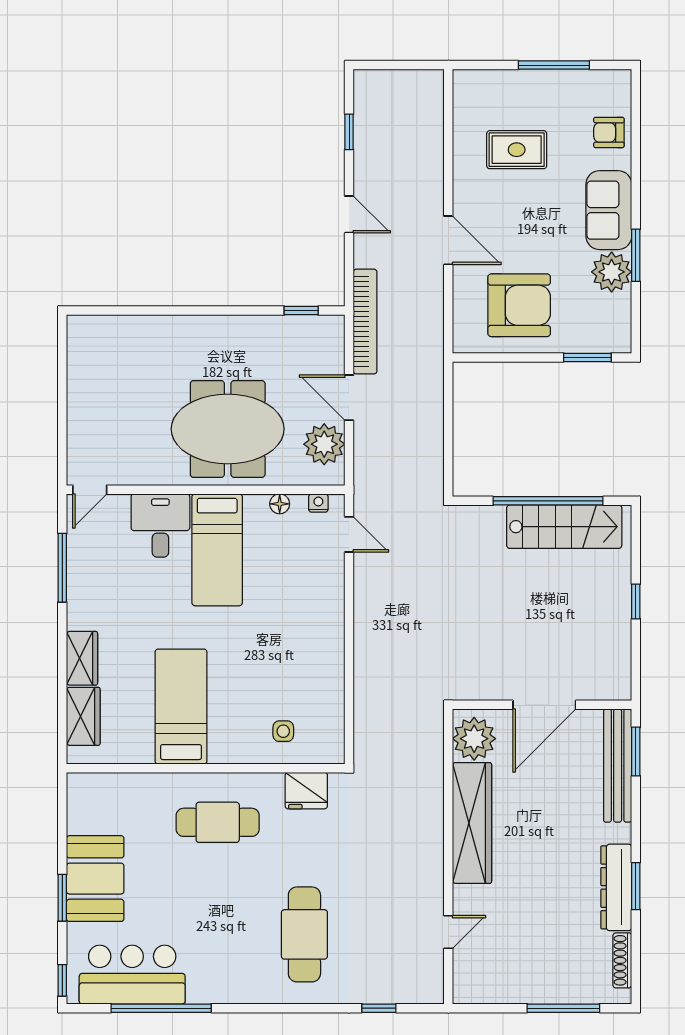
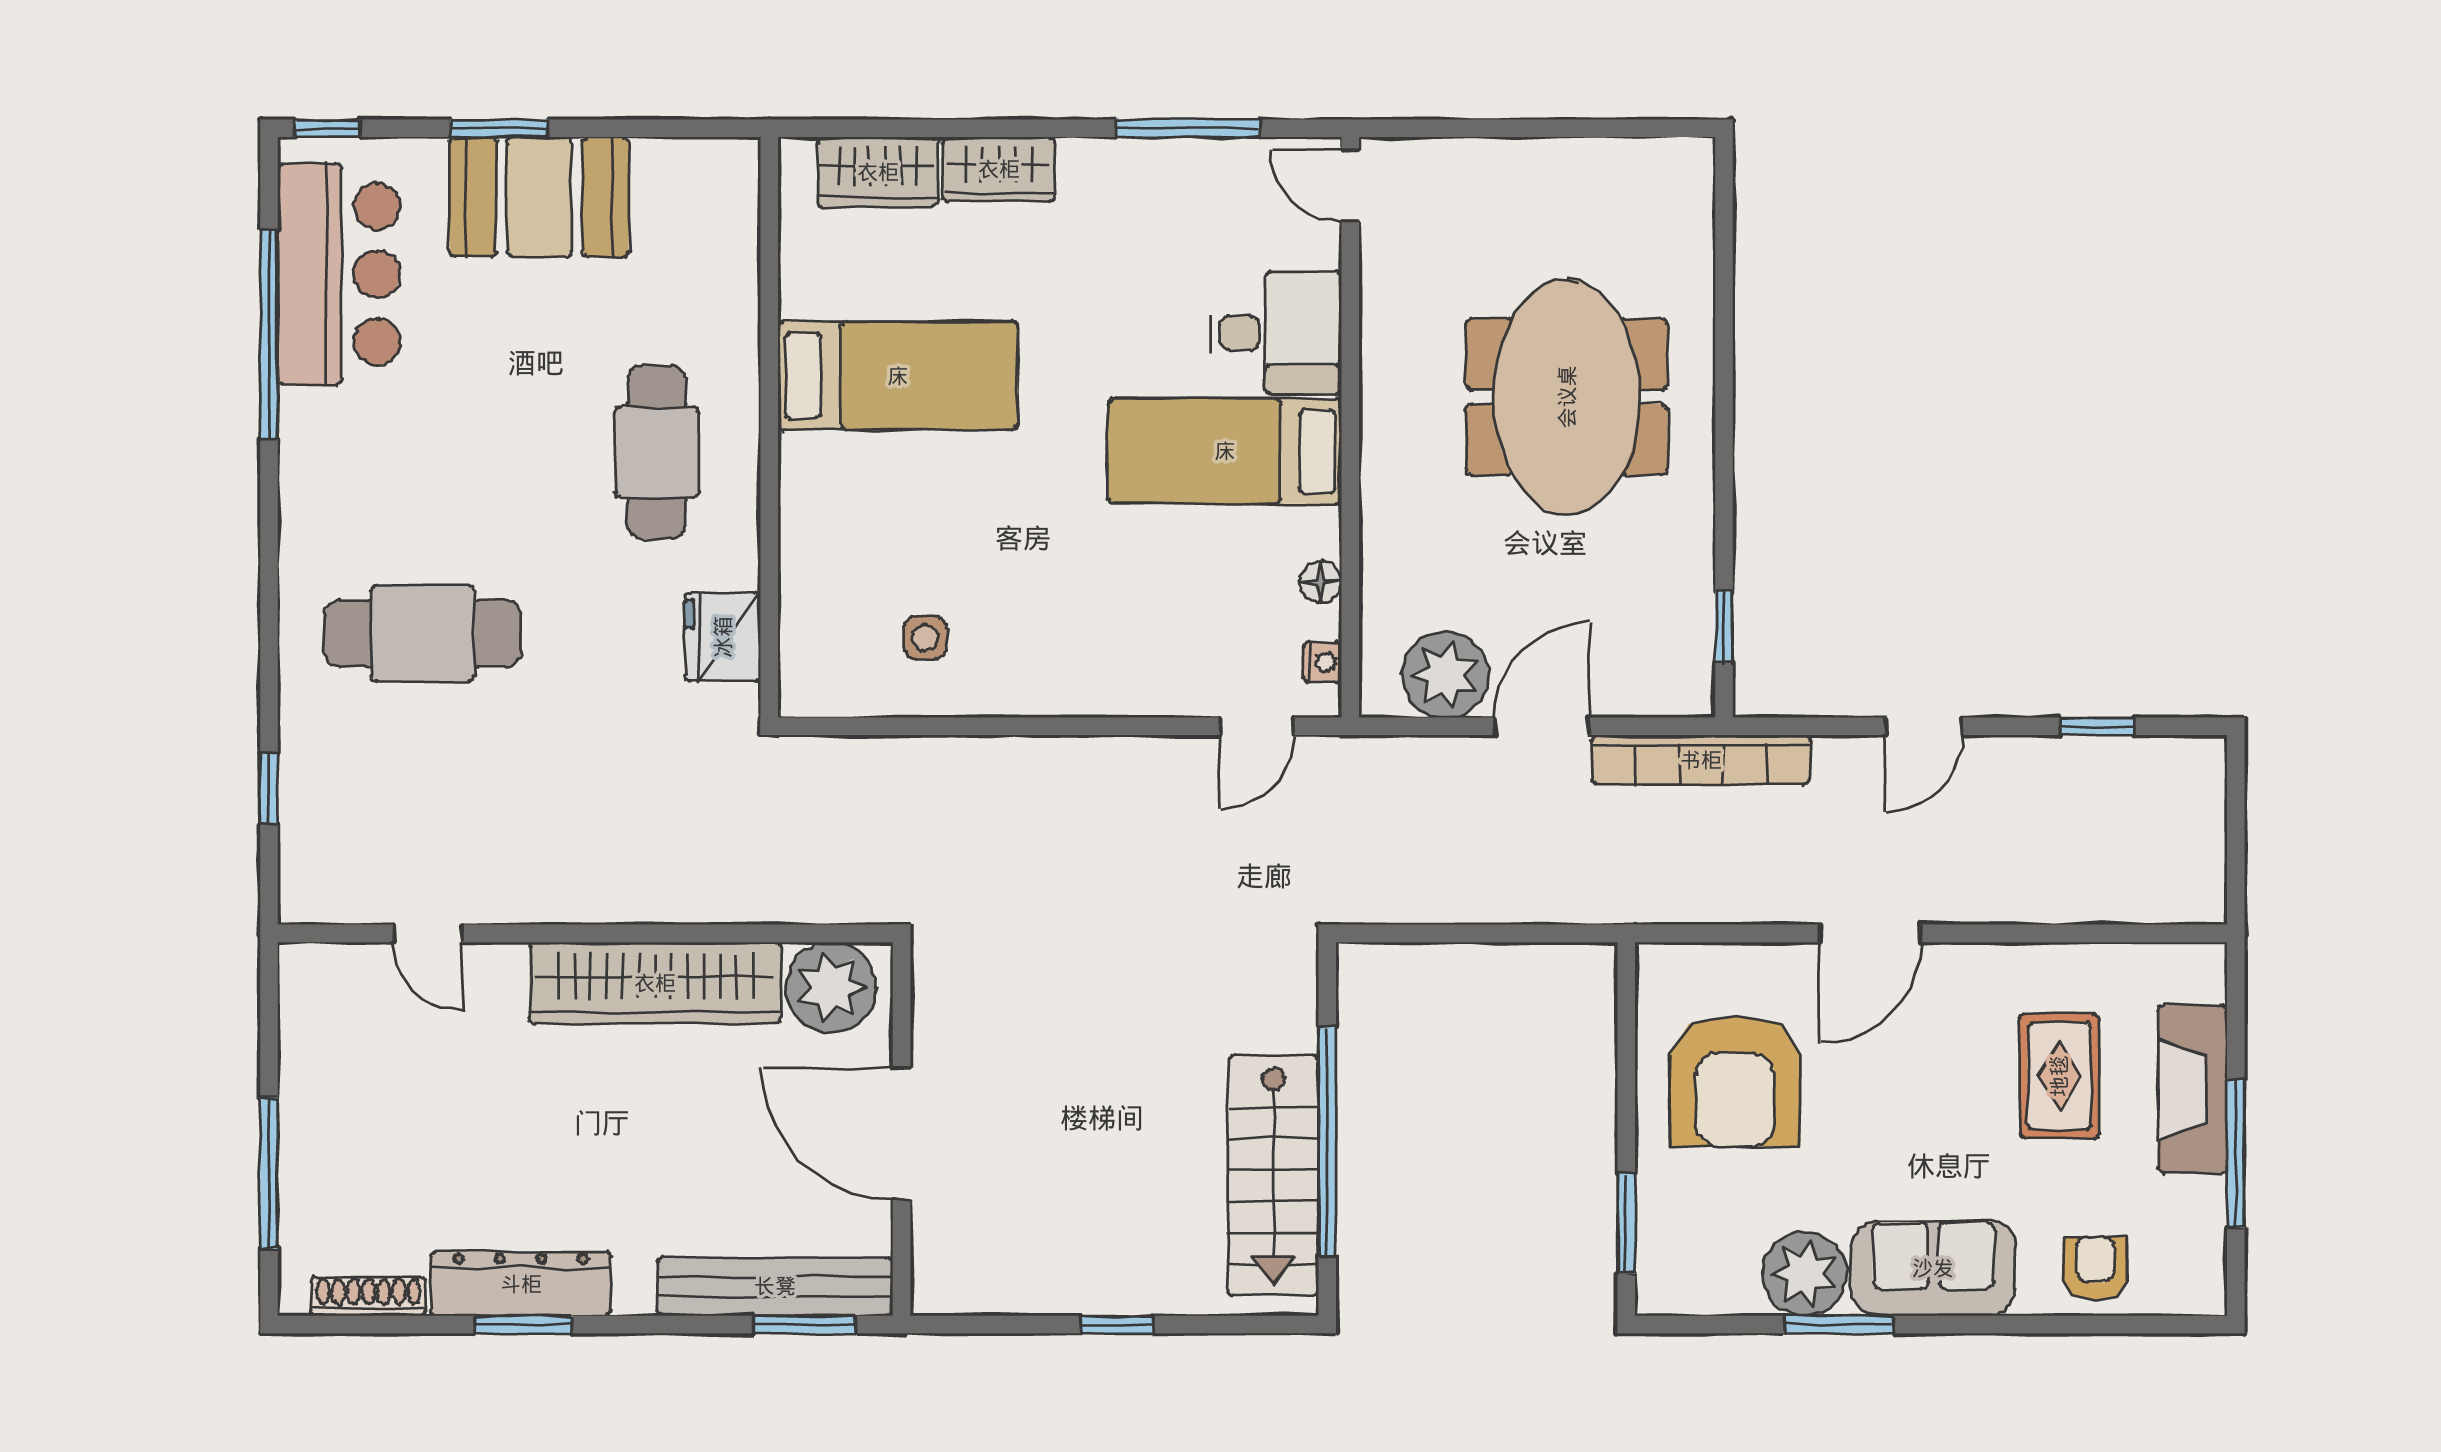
fireplace: (523, 86) -> (2193, 1089), added
meeting table: (228, 429) -> (1567, 397), moved
side table: (283, 731) -> (925, 638), moved

